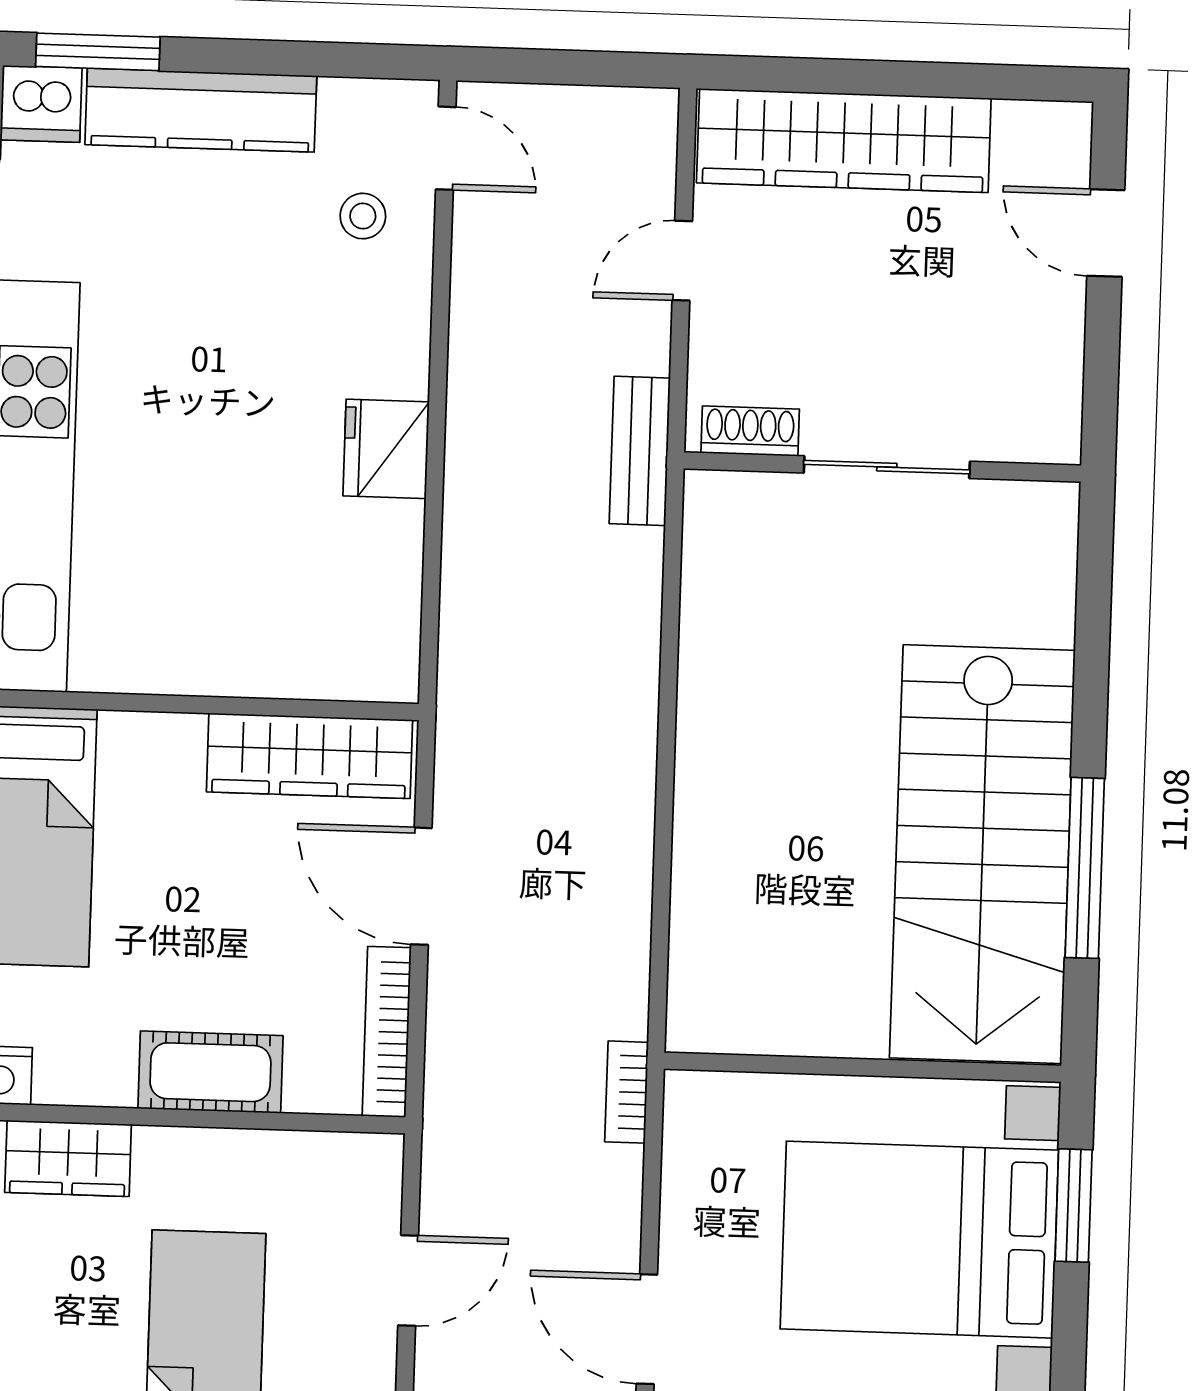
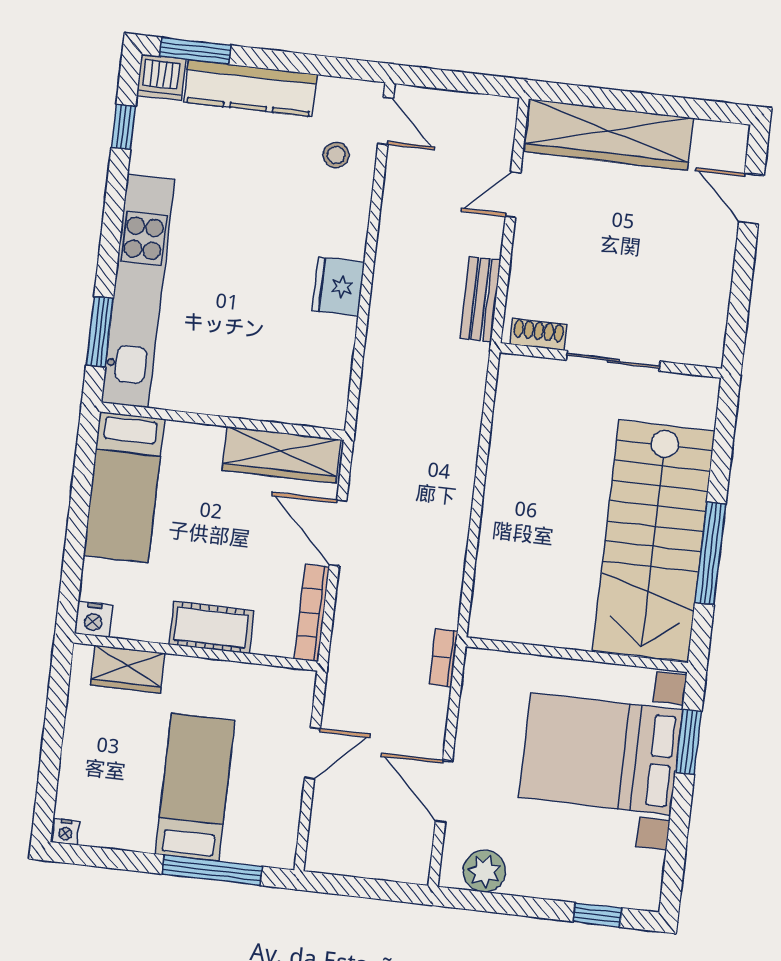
shoe rack: (750, 431) -> (538, 334), moved
wall: (882, 467) -> (611, 360), moved
sliding door: (887, 467) -> (613, 361), moved

